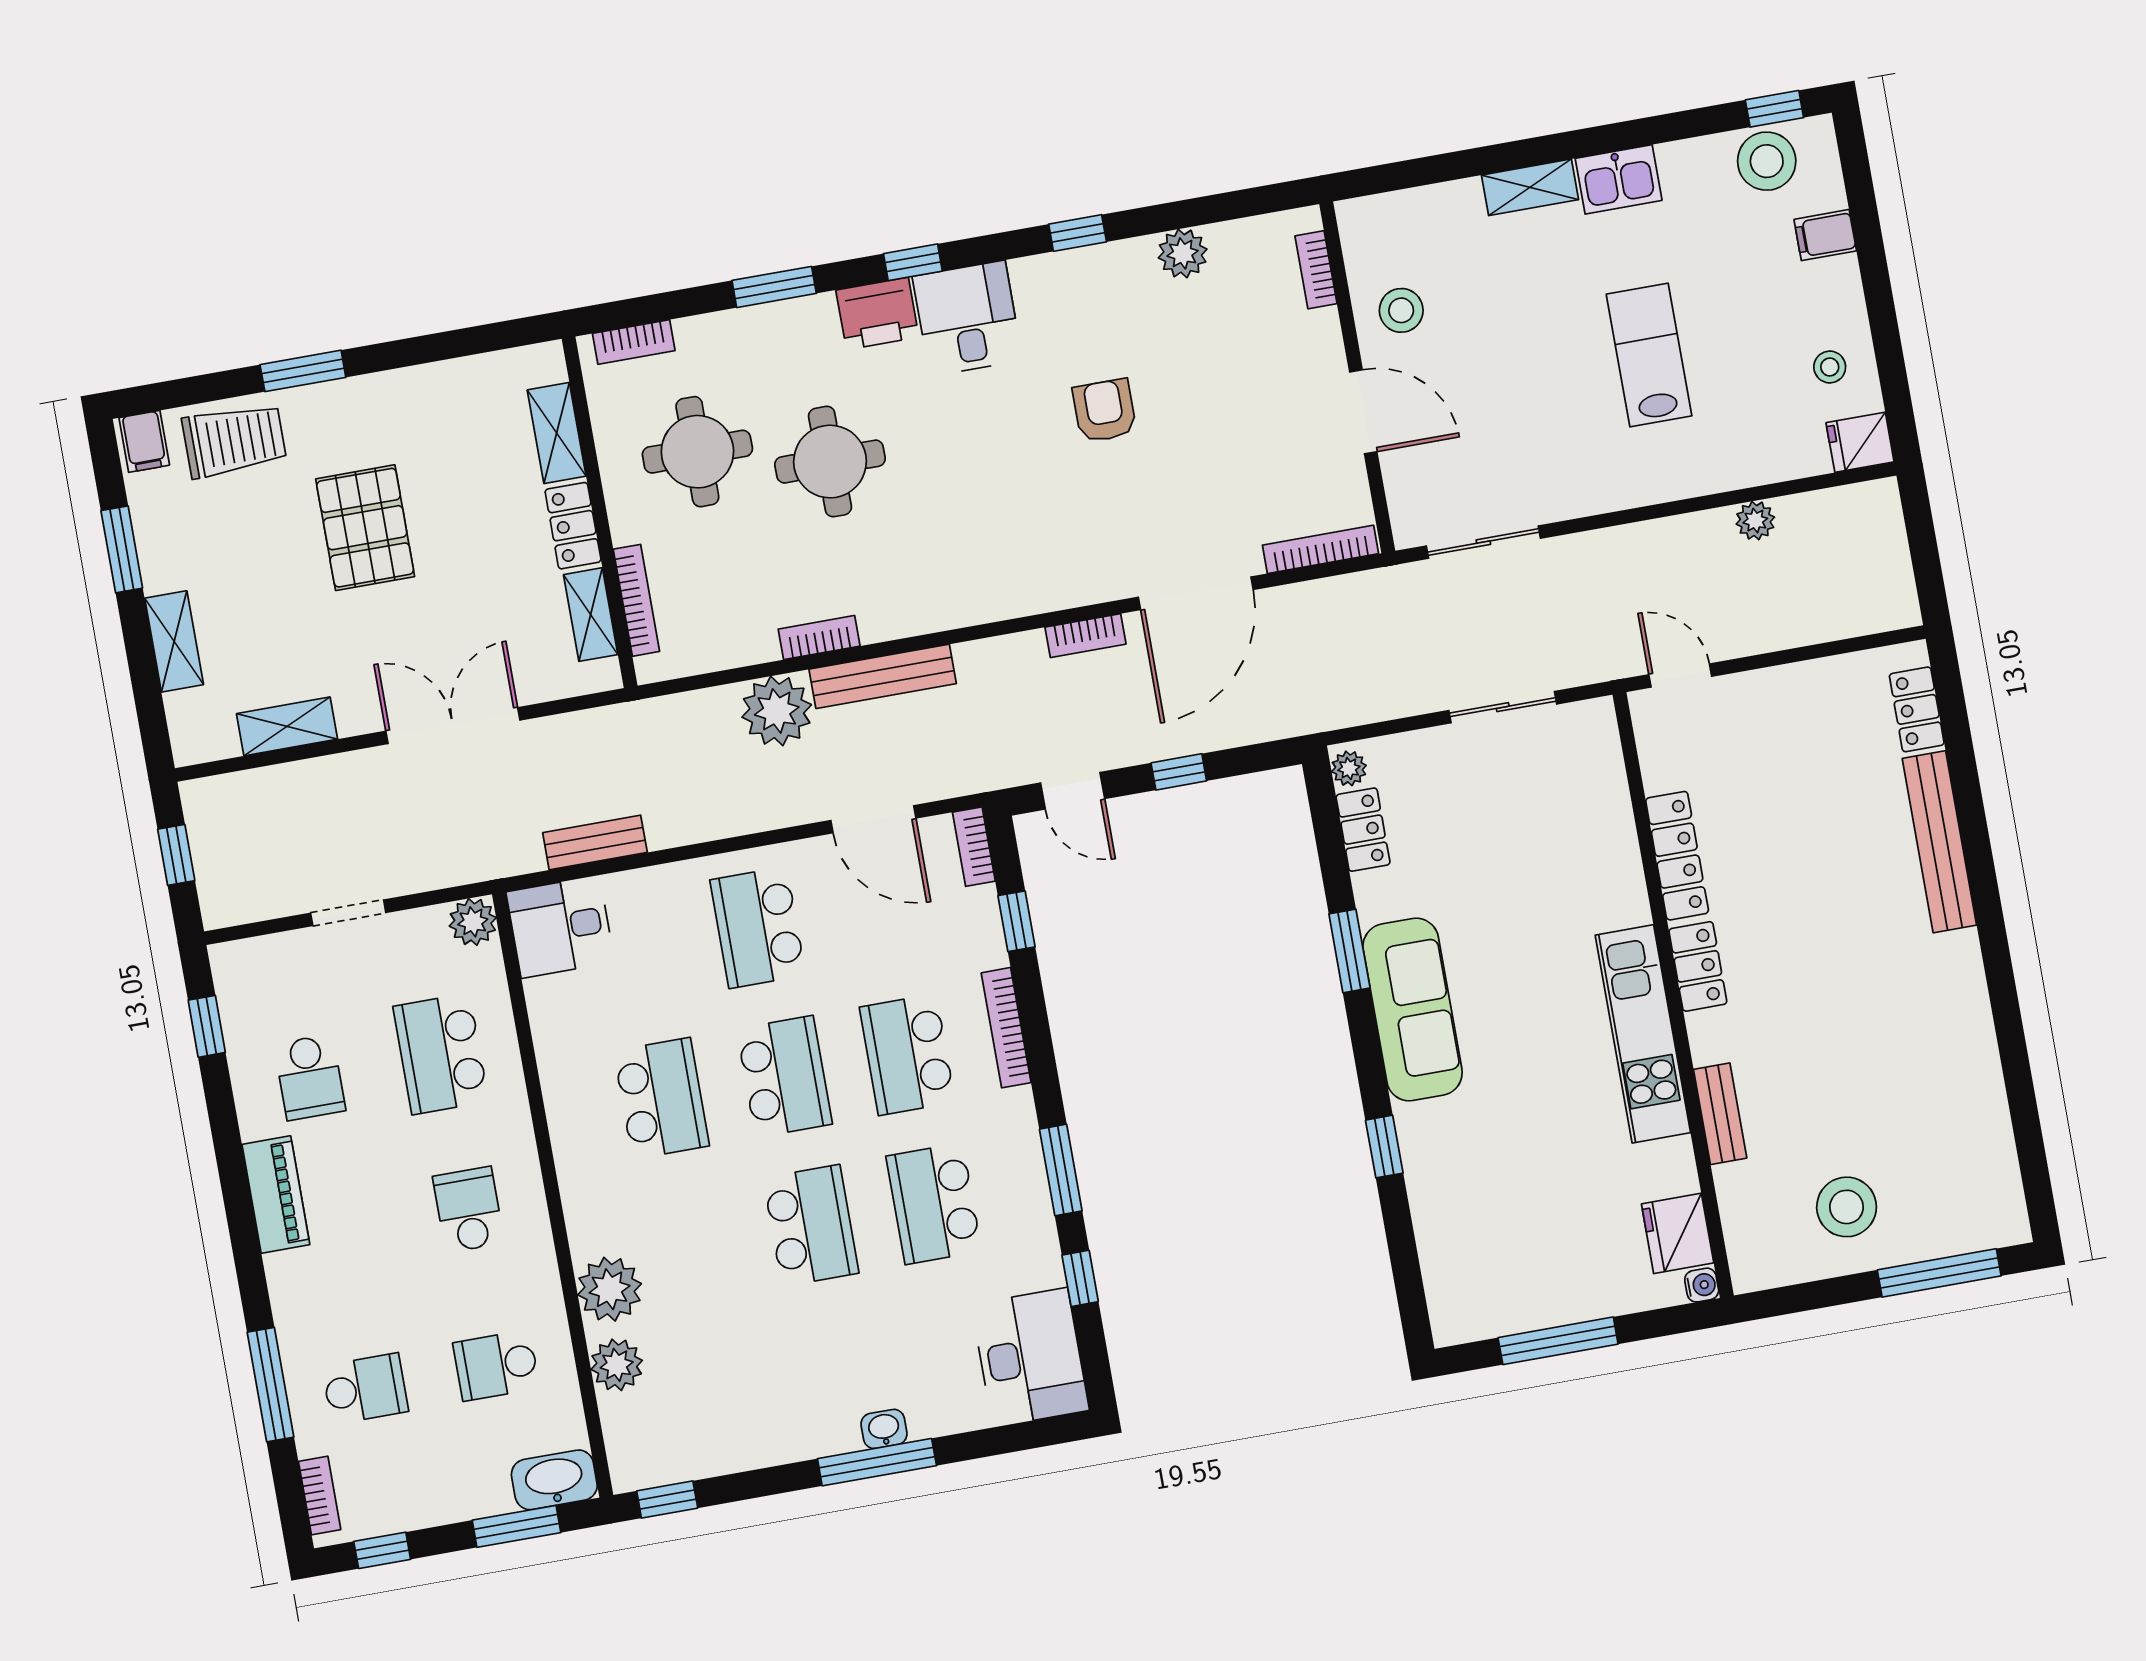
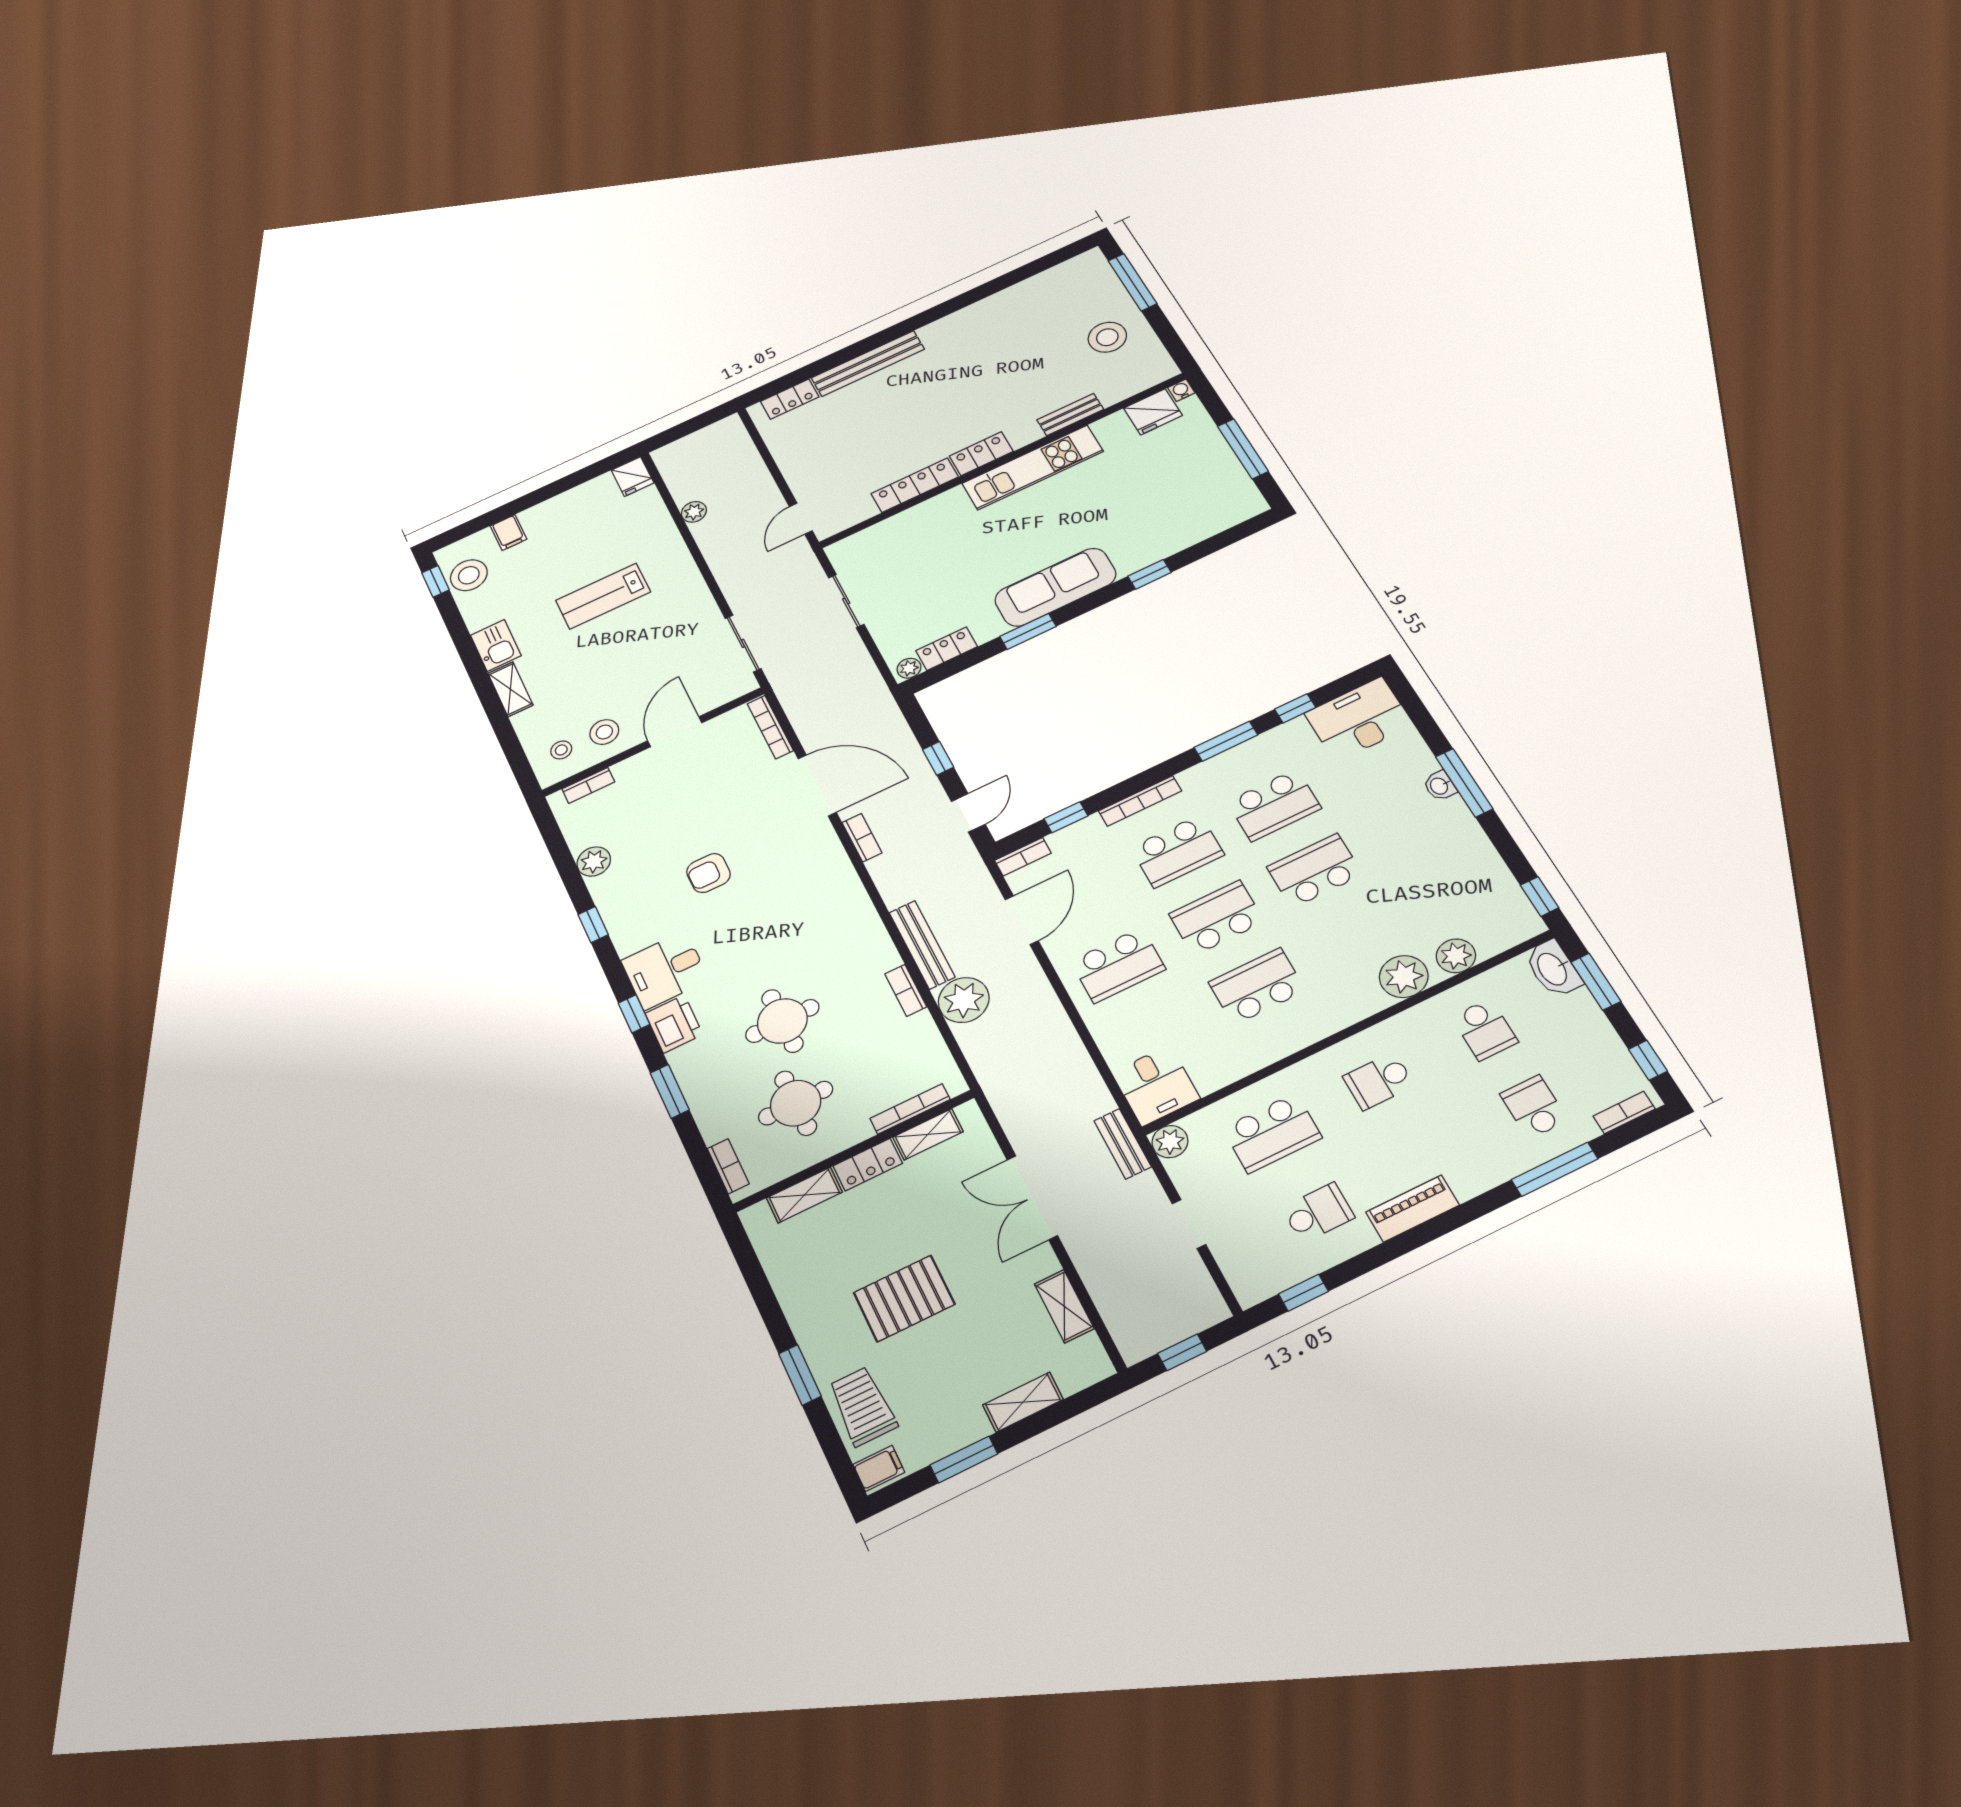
stool: (1830, 367) -> (561, 750), moved
bench: (595, 843) -> (1123, 1144), moved

